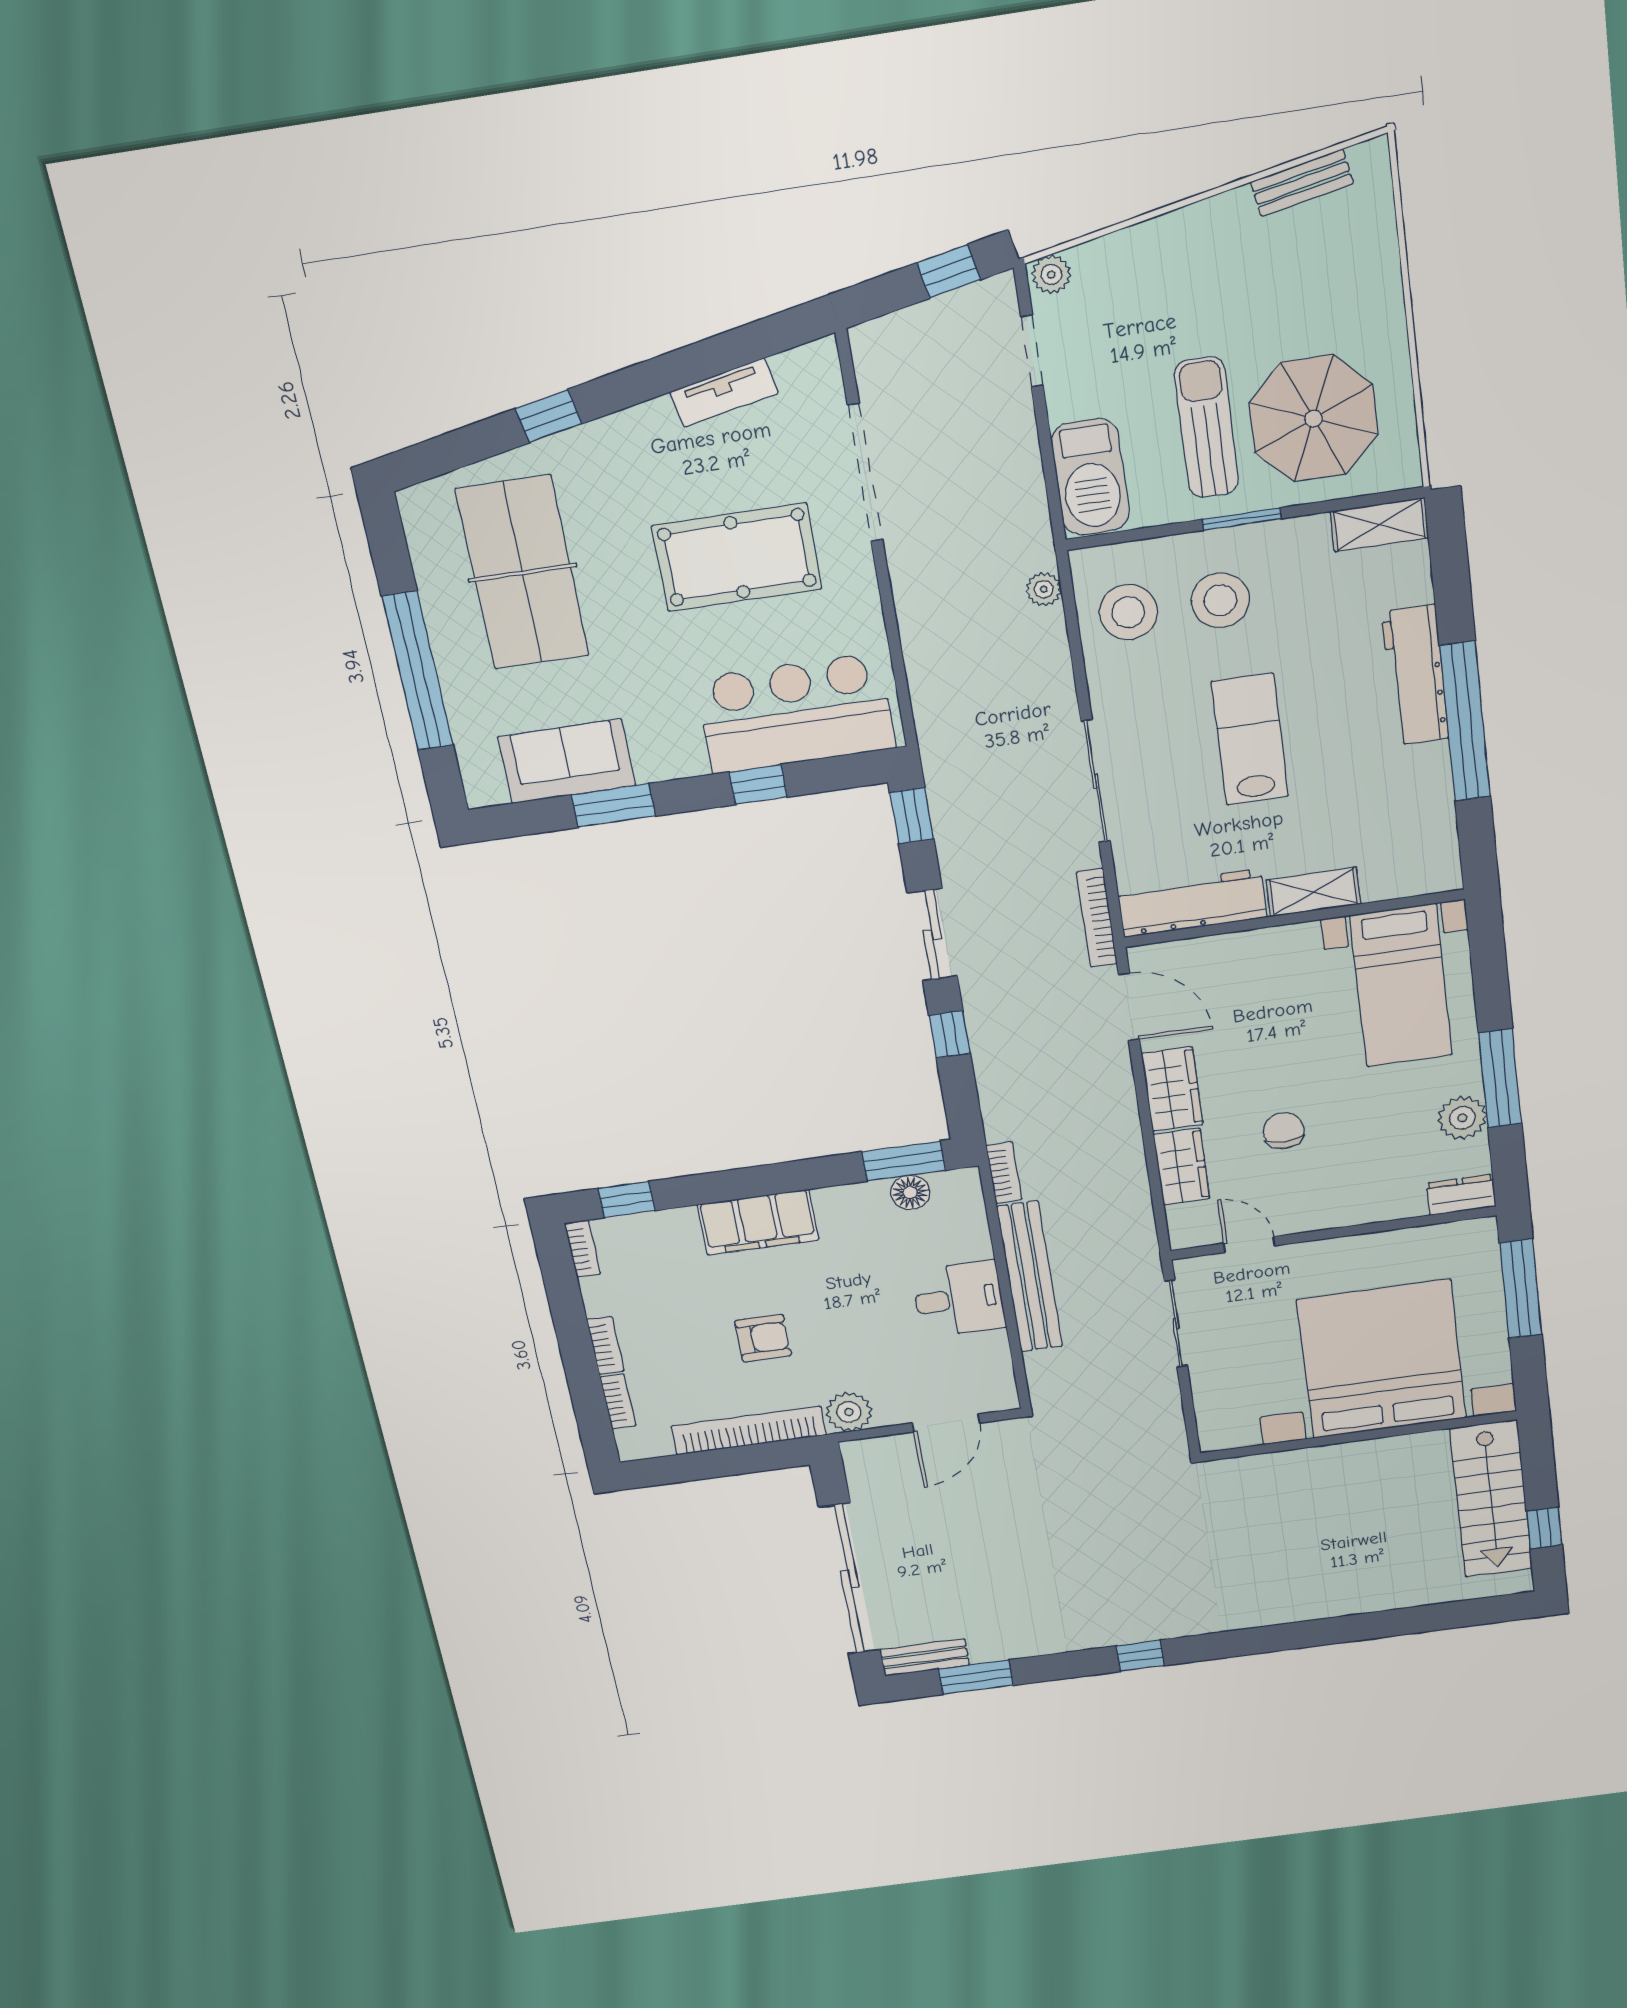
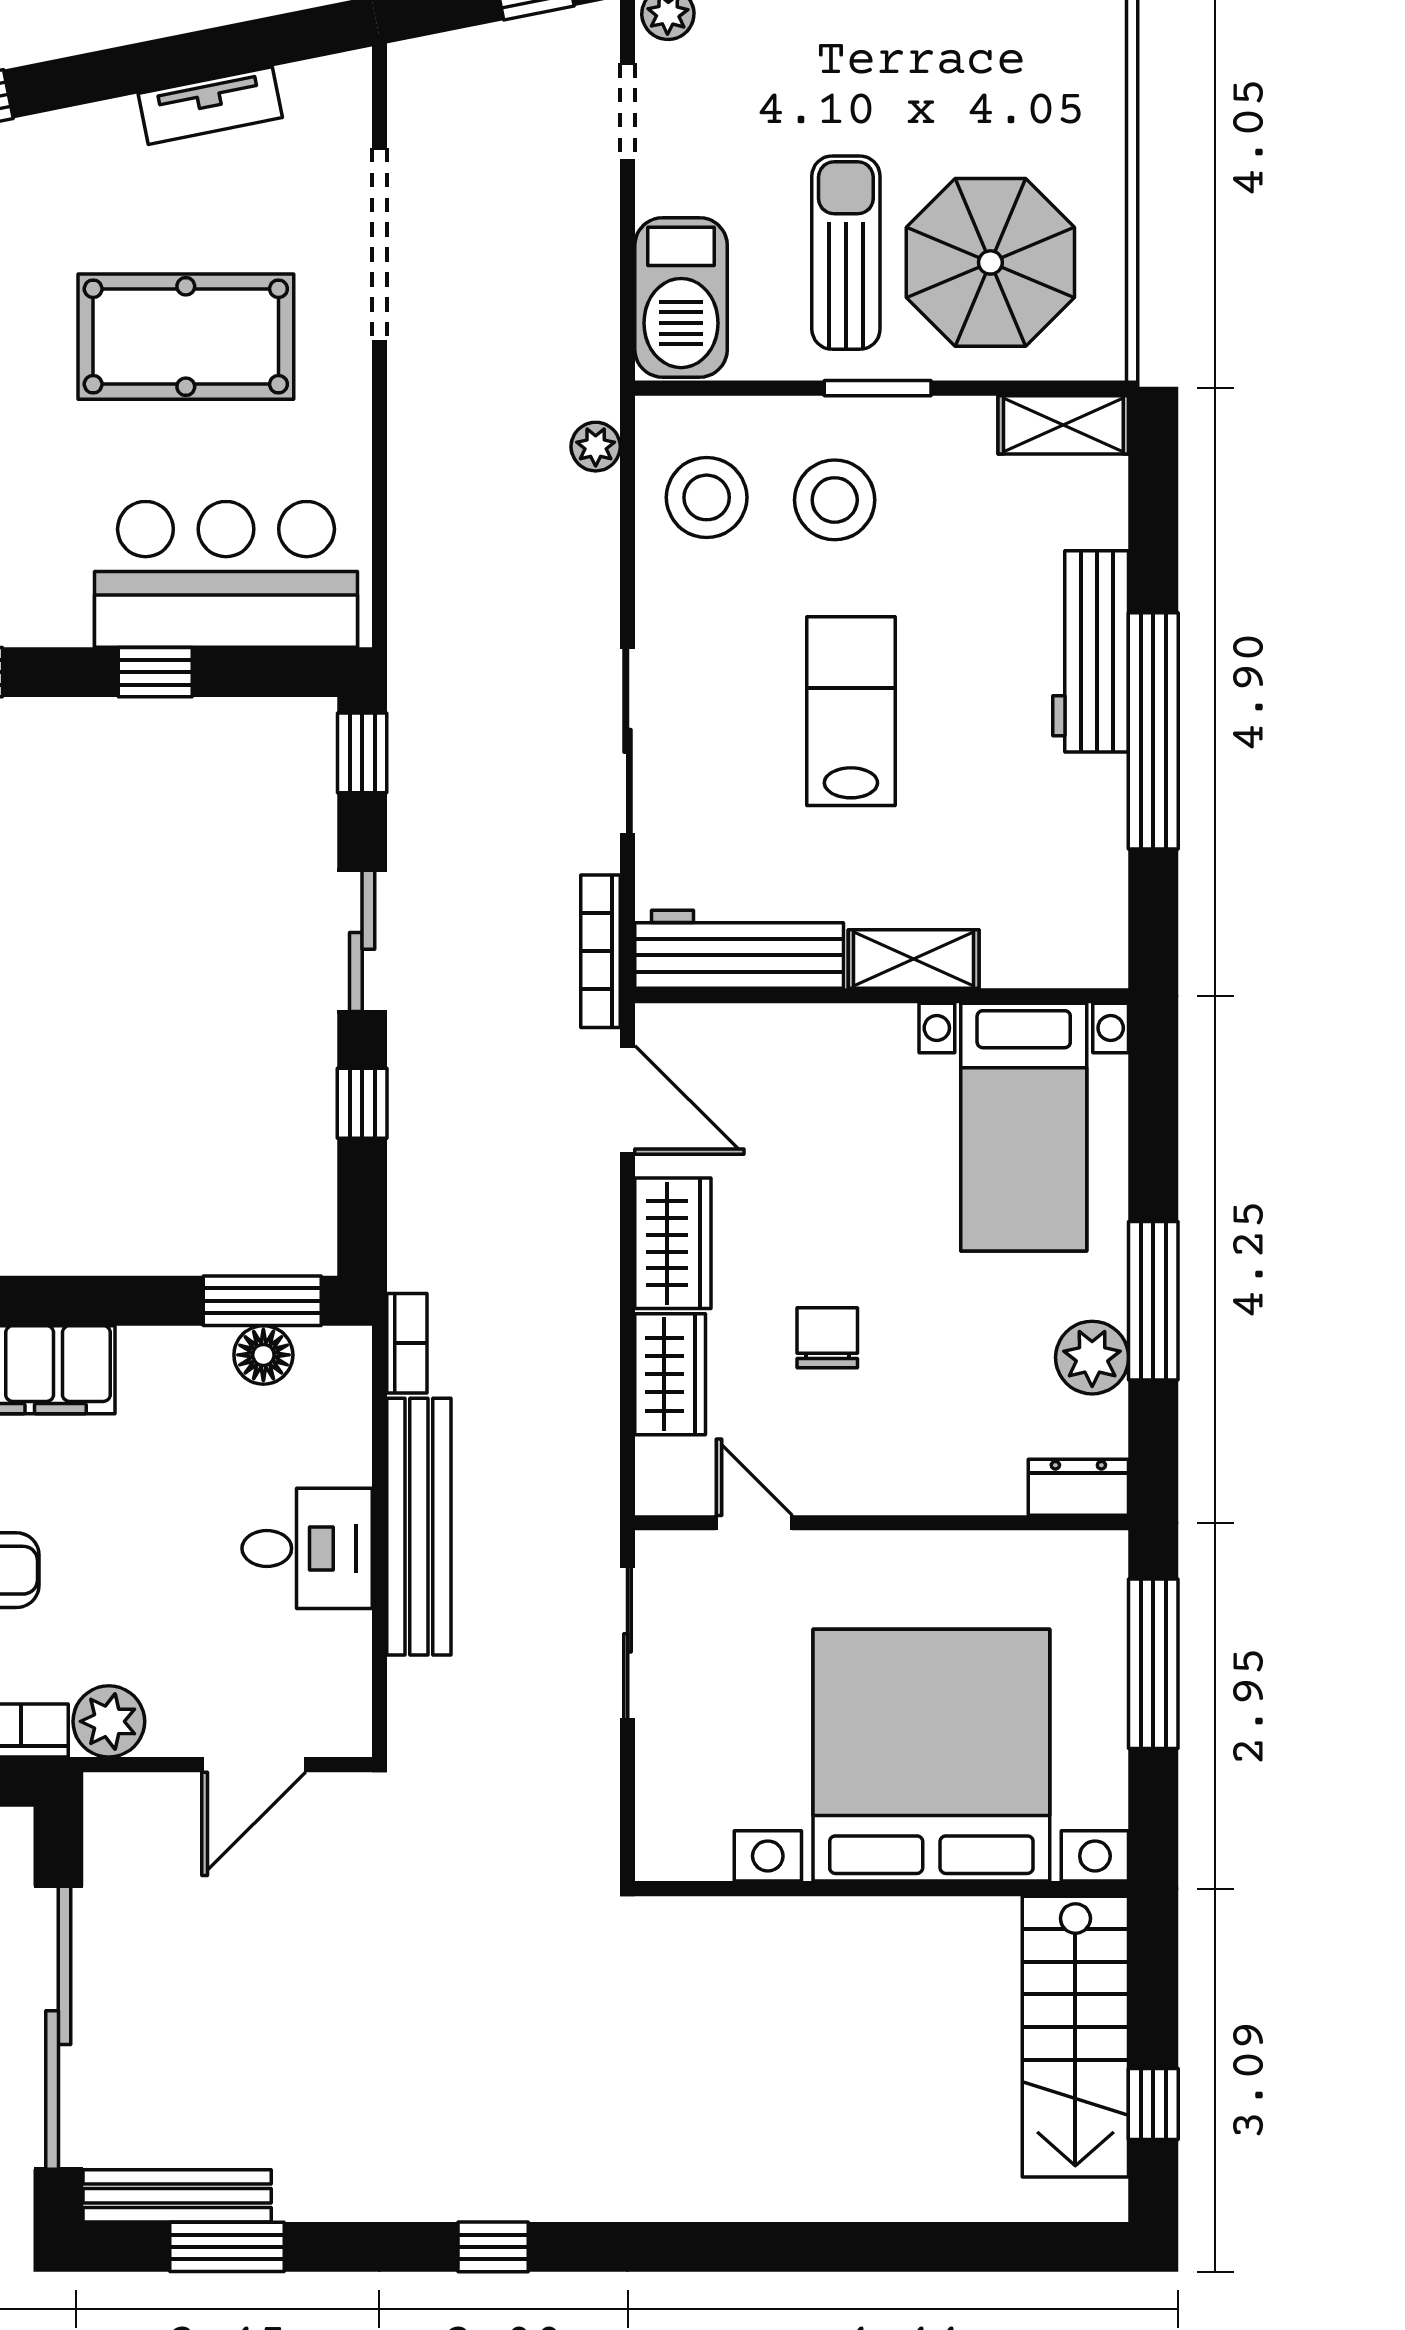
bench: (925, 1657) -> (177, 2196), width x1.36

